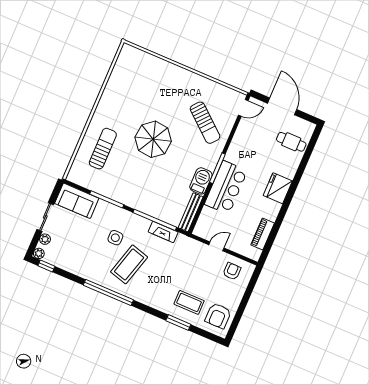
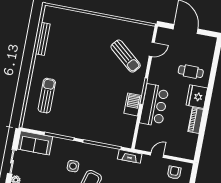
door: (243, 108) -> (152, 49), moved
parasol: (153, 139) -> (86, 79), removed
cafe table: (291, 142) -> (191, 72), moved
bench: (191, 212) -> (43, 39), moved
fireplace: (163, 232) -> (130, 156), moved
piano: (263, 234) -> (196, 121), moved

